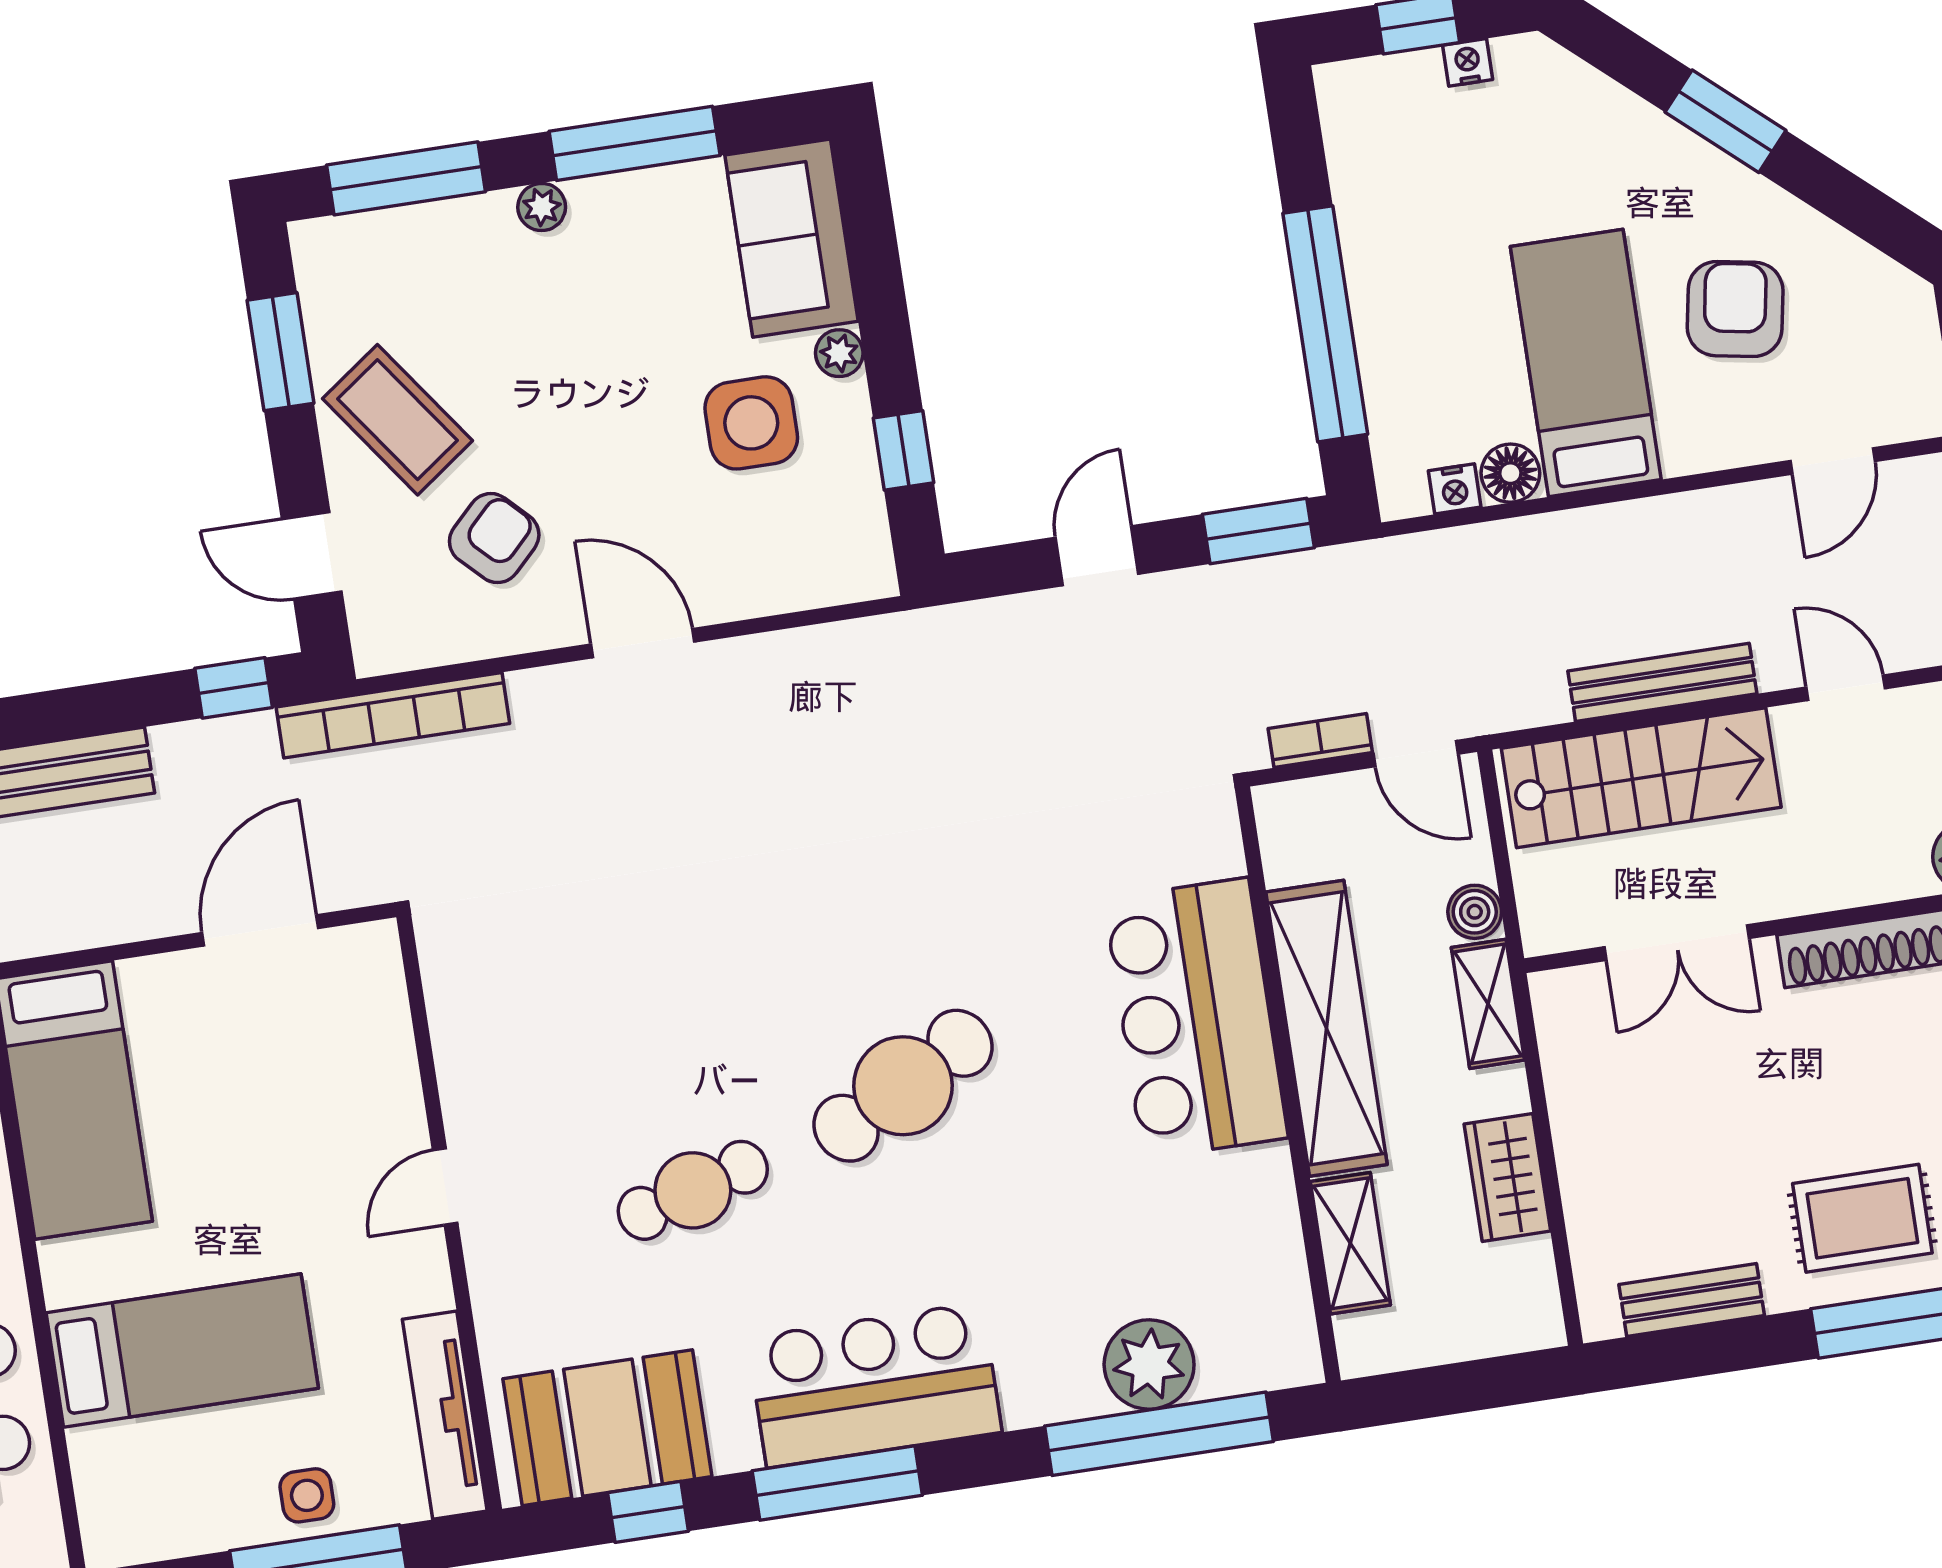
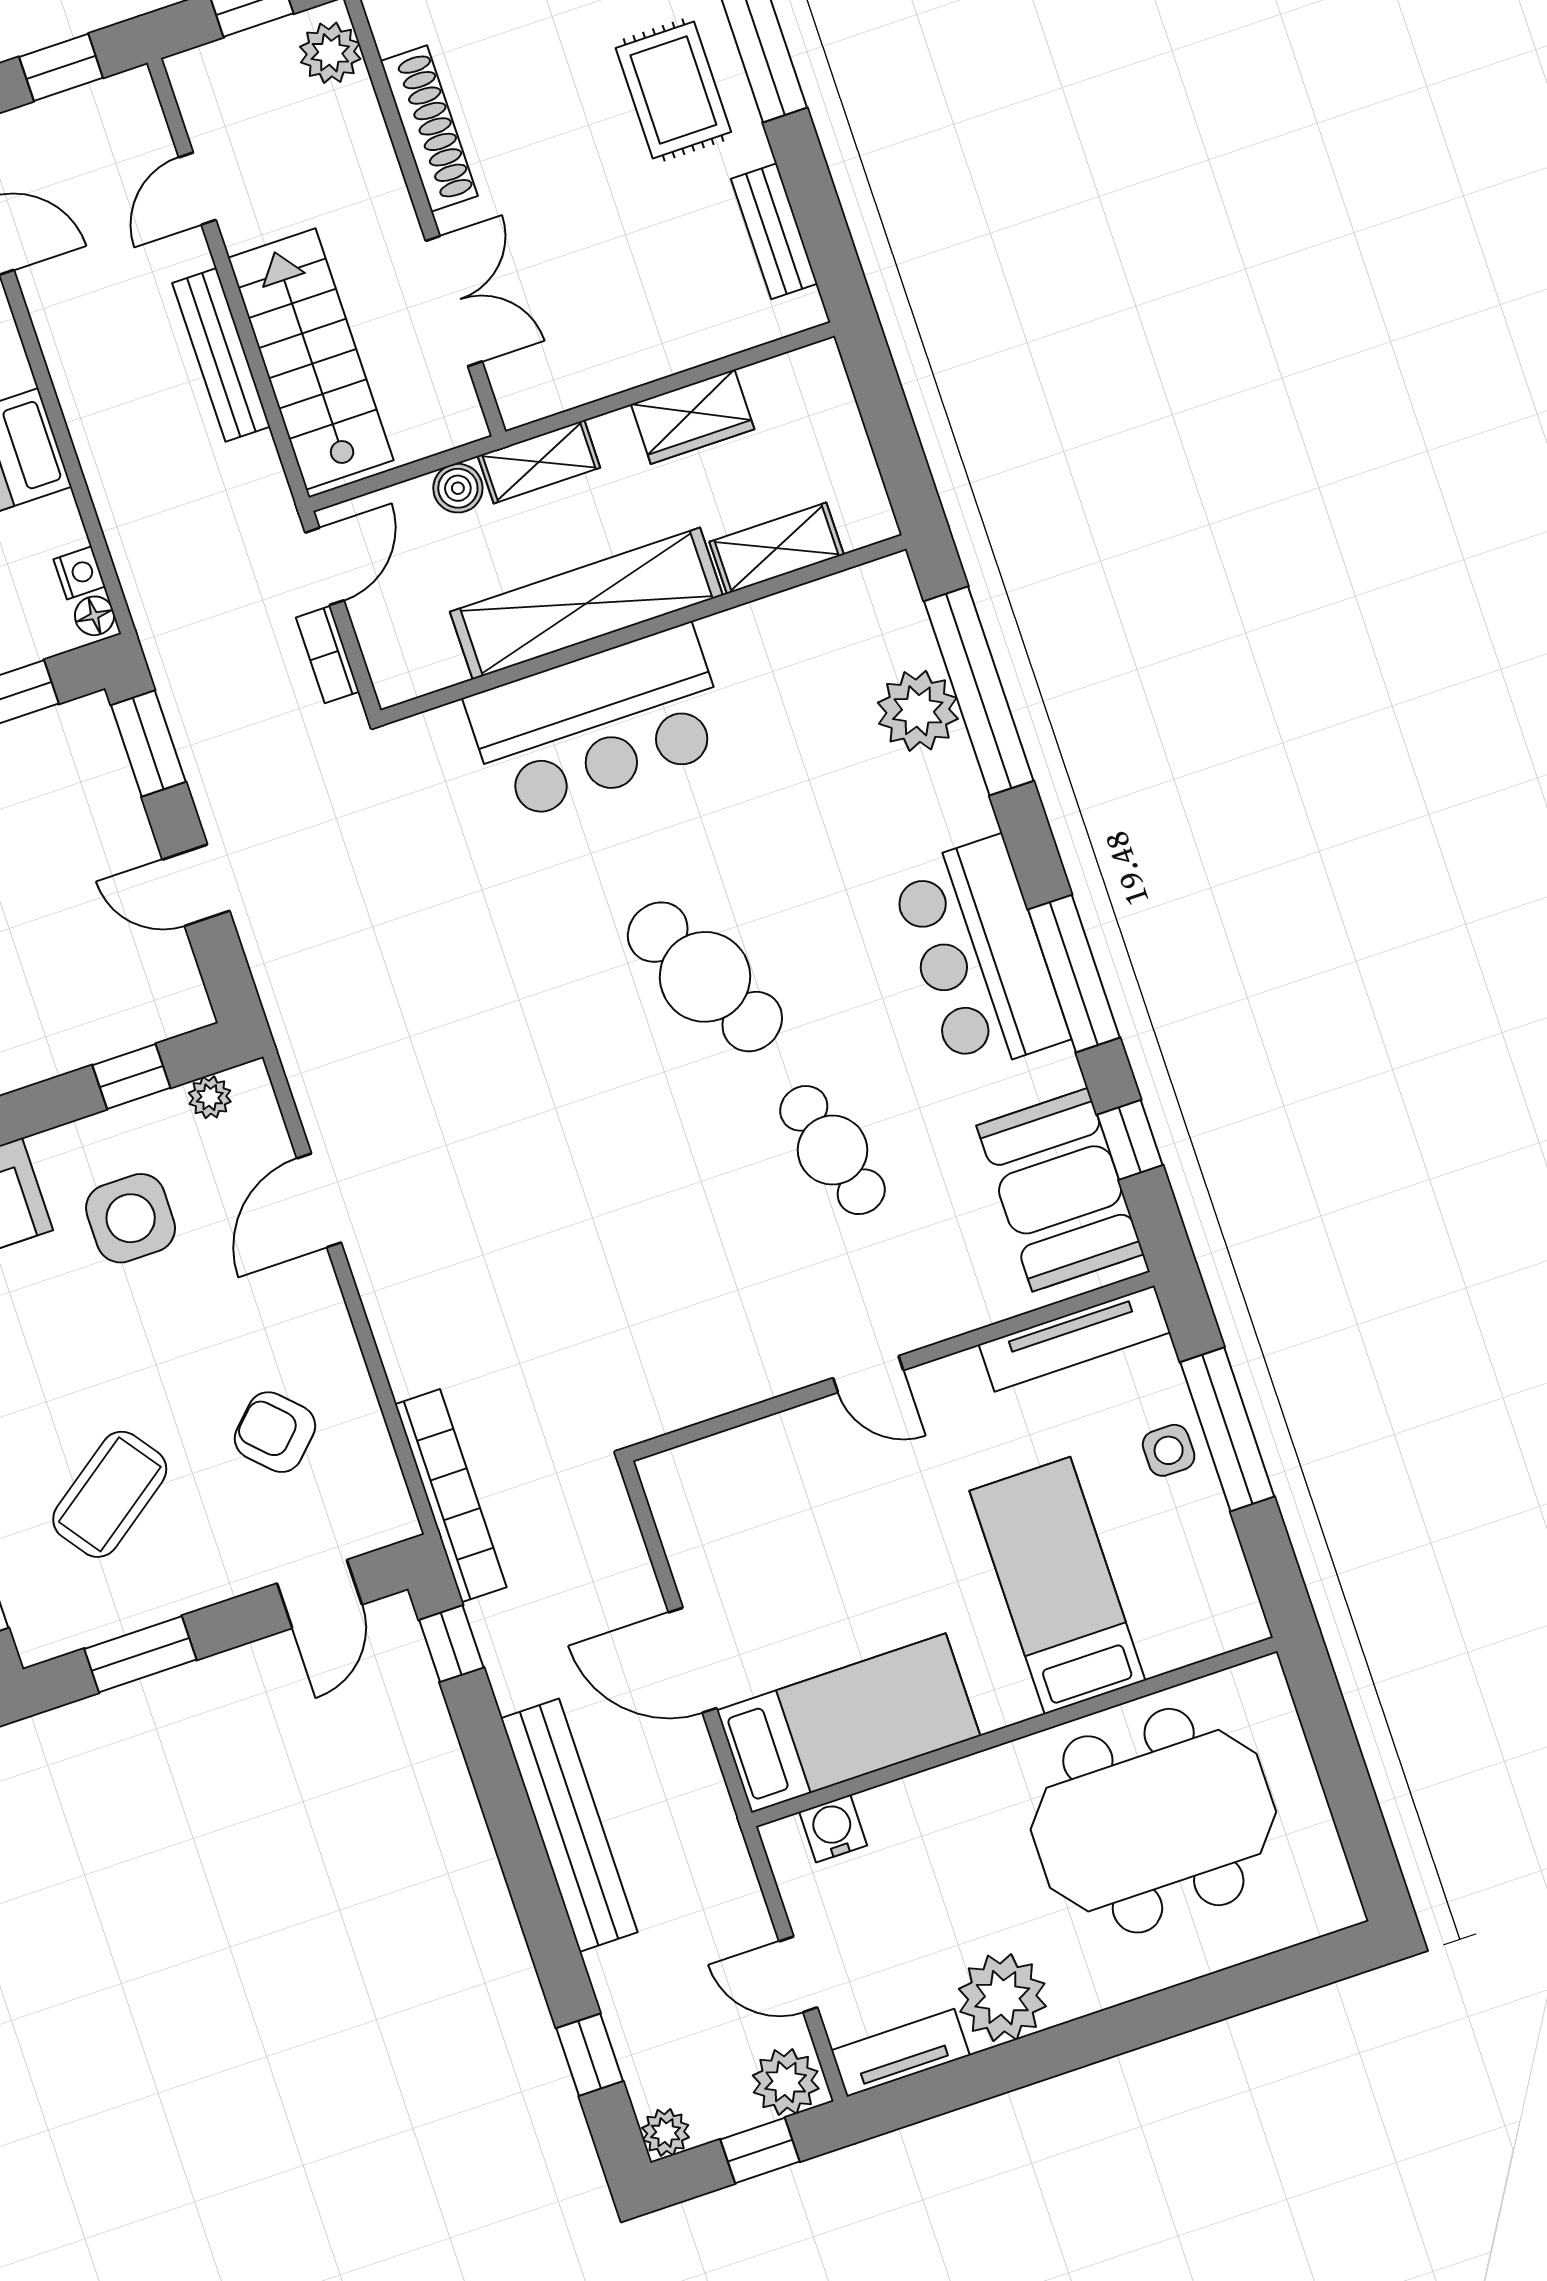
plant: (839, 353) -> (210, 1097), moved
coffee table: (397, 420) -> (110, 1494), moved
floor lamp: (1510, 473) -> (95, 616), moved, width x0.73, depth x0.73
door: (643, 643) -> (319, 1200), moved
door: (260, 930) -> (693, 1660), moved

